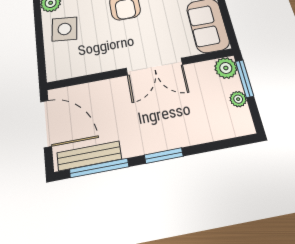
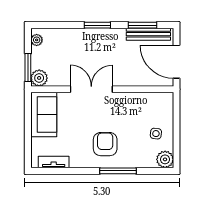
side table: (65, 29) -> (156, 134), width x0.54, depth x0.54
plant: (238, 99) -> (37, 40), moved
window: (99, 168) -> (142, 25), width x0.69

